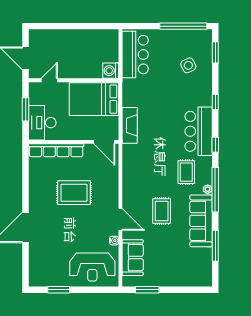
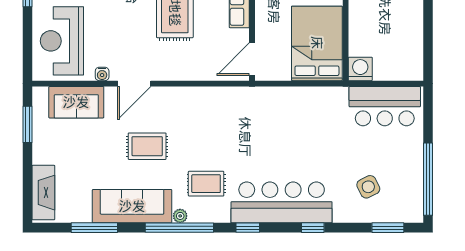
fireplace: (130, 125) -> (43, 193), moved, turned -90
bar counter: (199, 131) -> (282, 202), width x1.36

